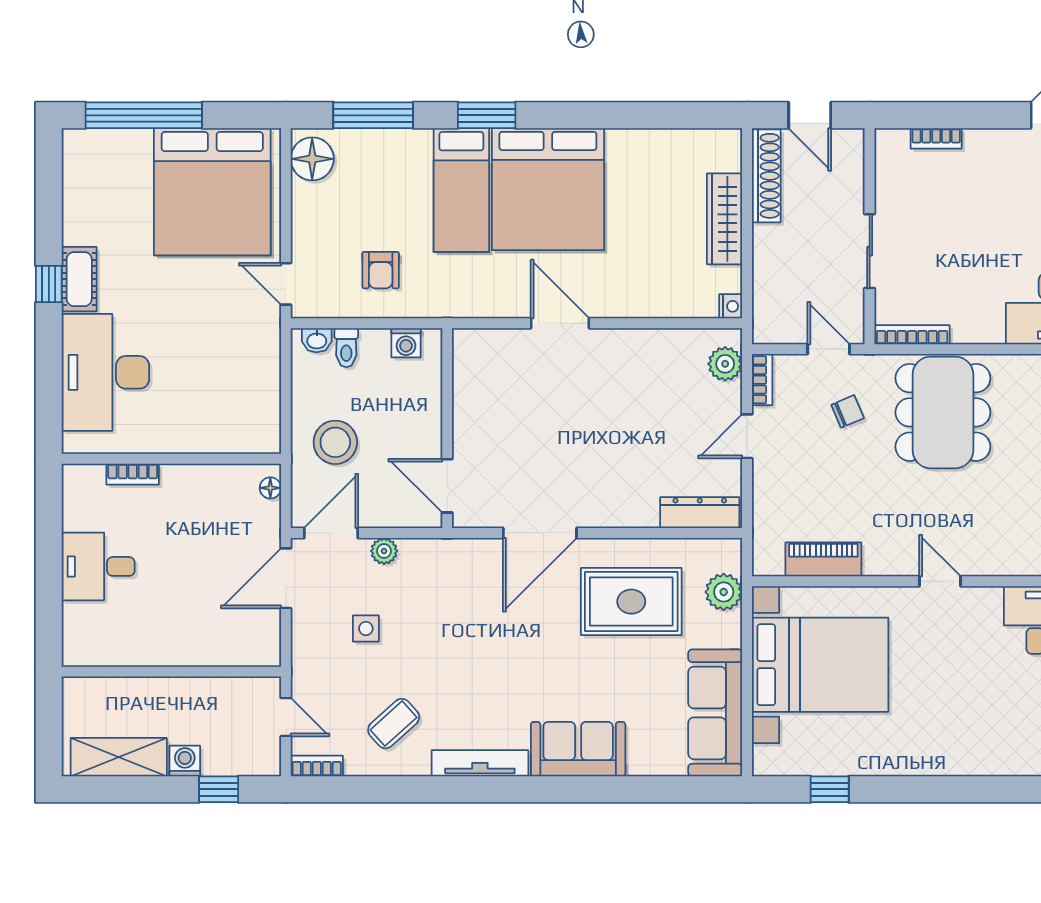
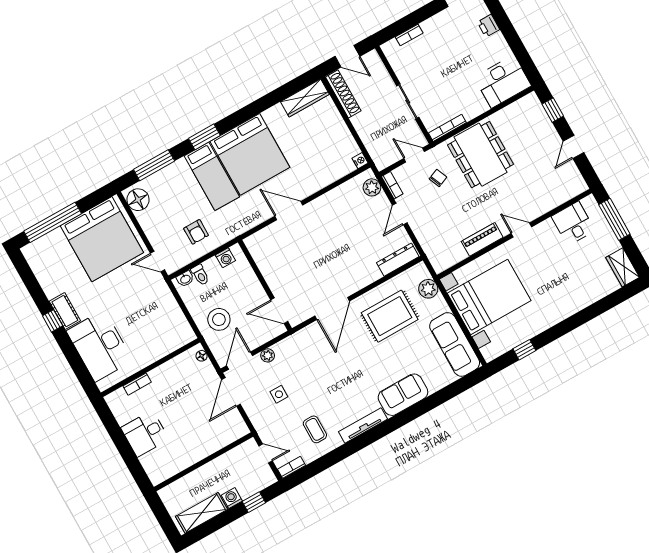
wardrobe: (725, 219) -> (305, 98), moved, turned -90
piano: (823, 559) -> (482, 239), moved
coffee table: (394, 724) -> (315, 429), turned -48

